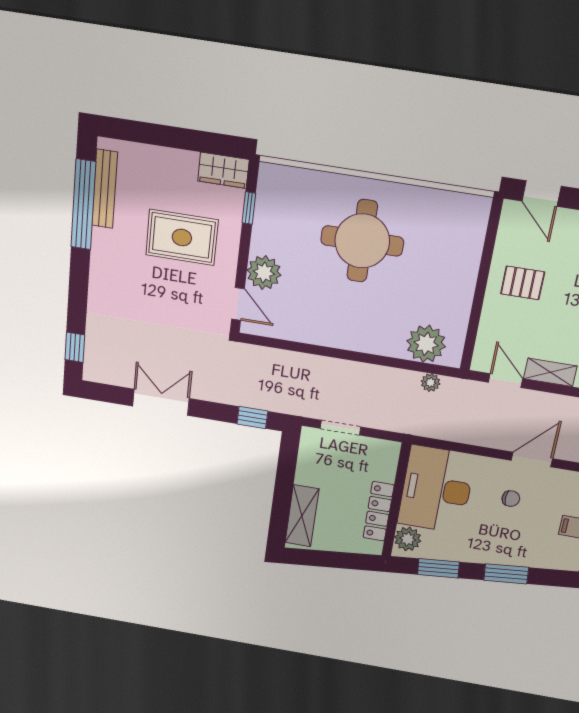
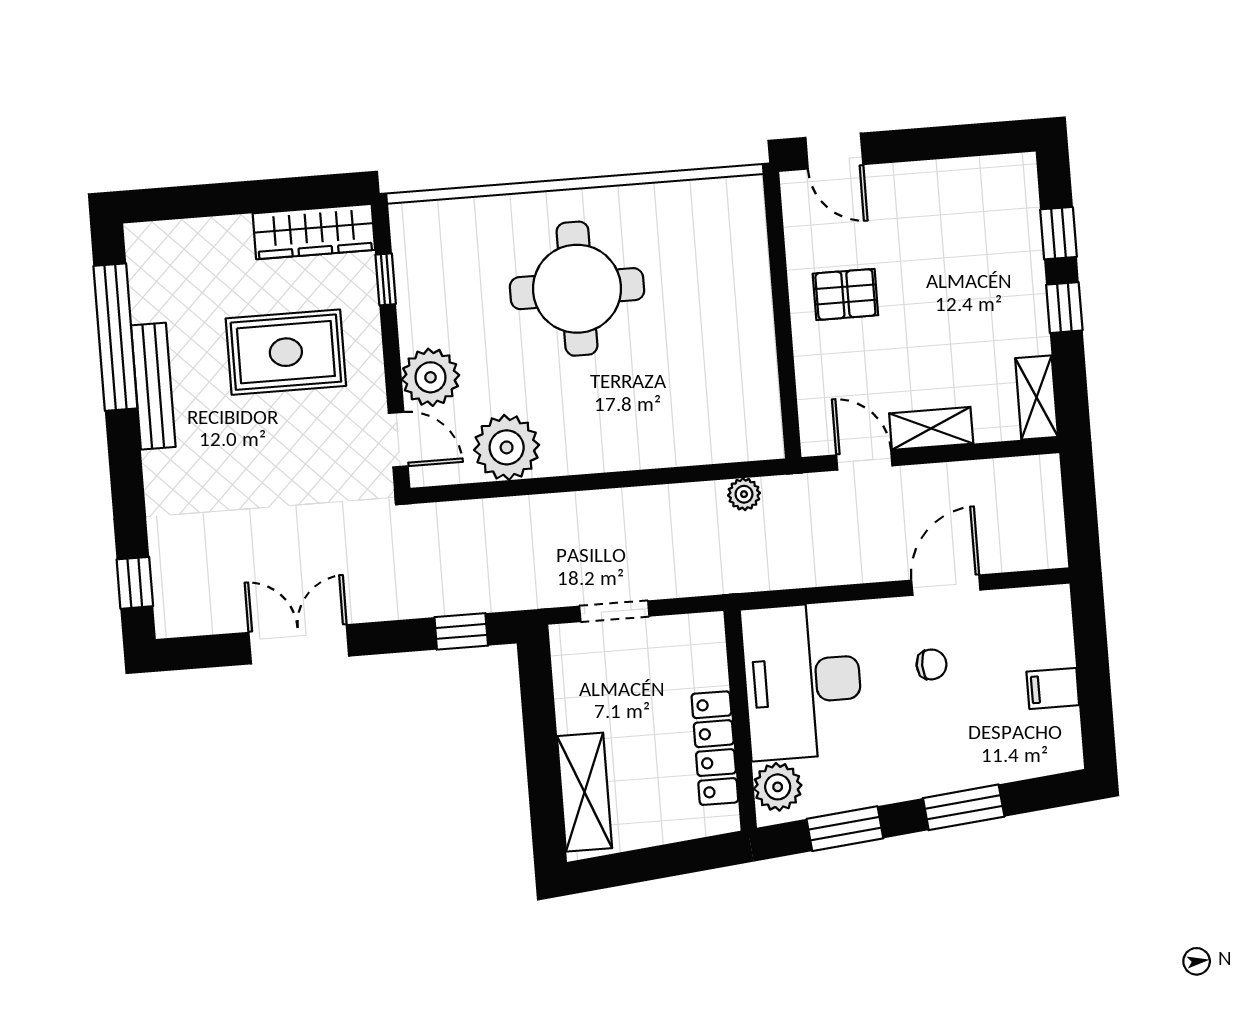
wardrobe: (223, 170) -> (314, 232), width x1.50
bench: (105, 189) -> (153, 386), moved
plant: (426, 344) -> (507, 447), moved

